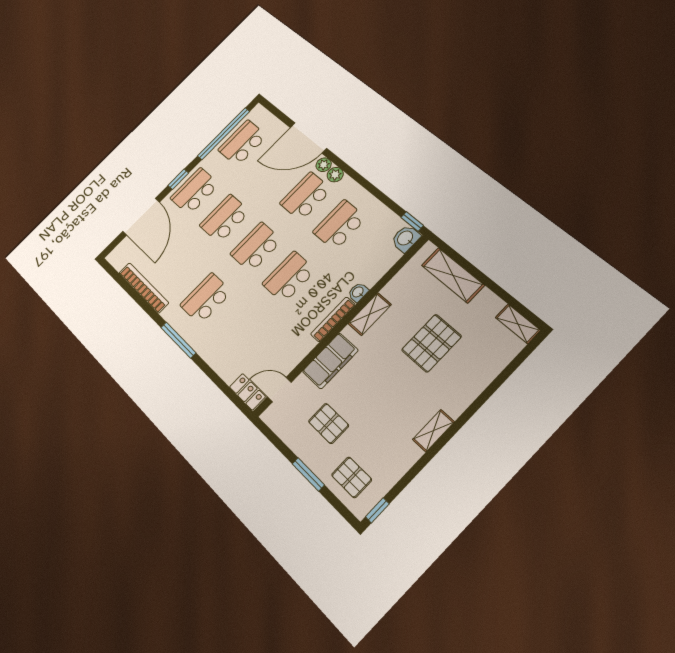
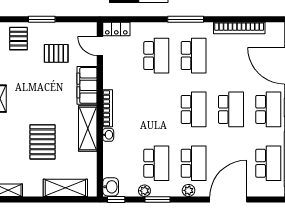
plant: (324, 165) -> (144, 191), moved
window: (372, 189) -> (158, 200), added
school desk: (289, 277) -> (156, 56), moved
shelving: (370, 314) -> (88, 129), width x1.50, depth x1.33
door: (279, 390) -> (100, 46), swing flipped
pallet: (352, 477) -> (19, 39), turned 90

